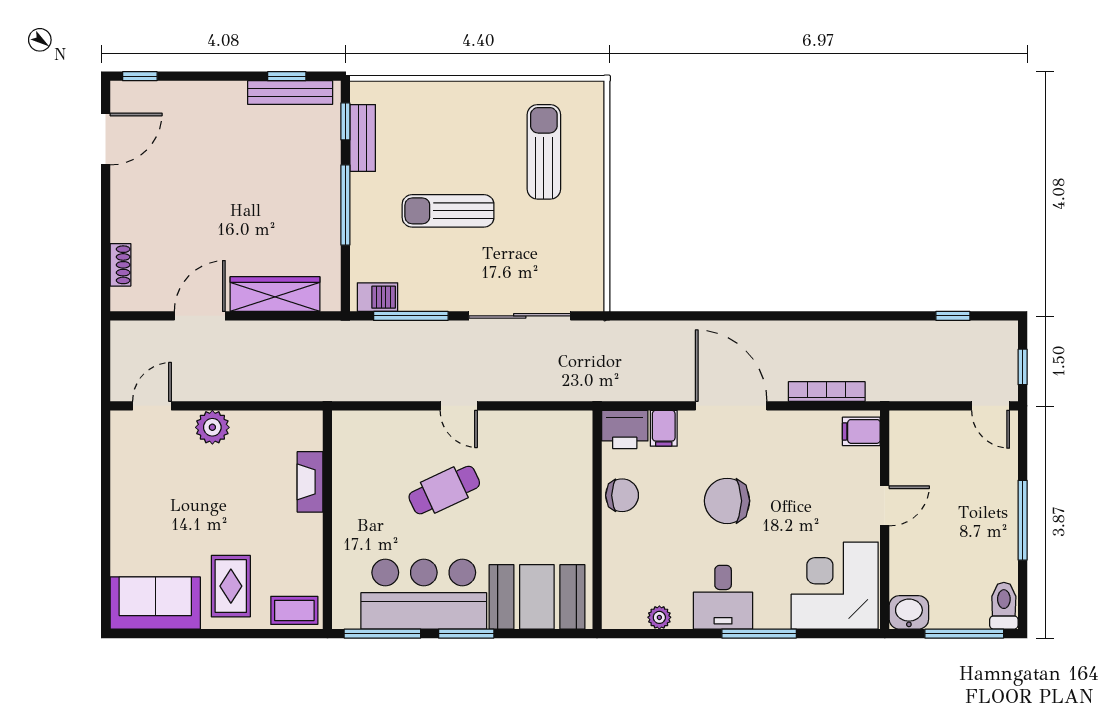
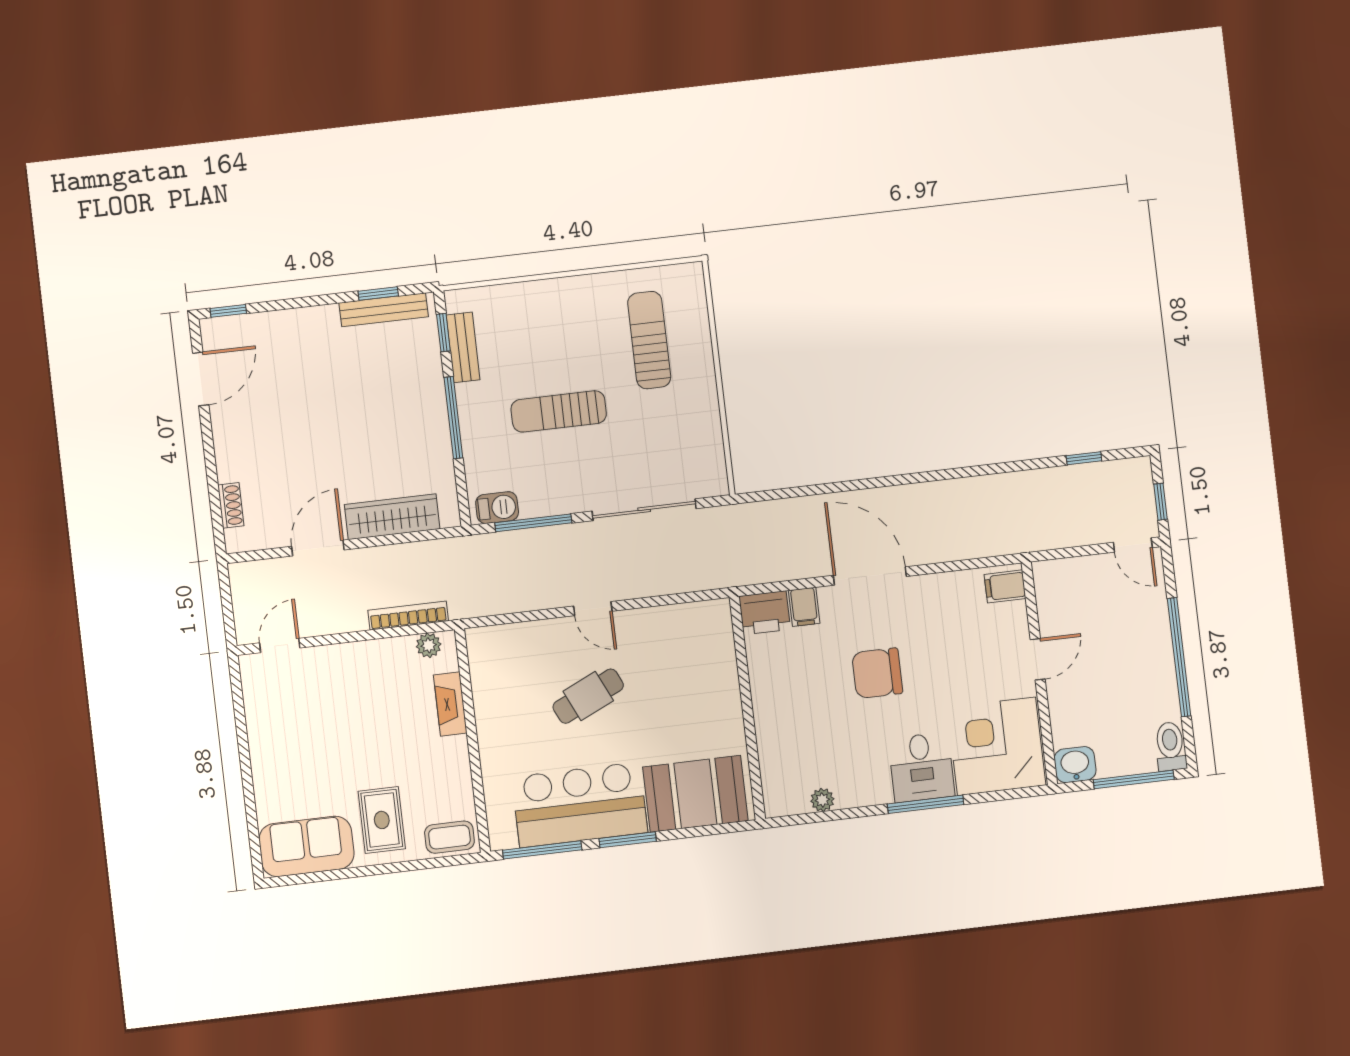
bookcase: (827, 392) -> (408, 616), moved
plant: (212, 427) -> (429, 645), moved, width x0.73, depth x0.73
chair: (622, 495) -> (770, 680), removed
window: (1023, 520) -> (1179, 657), width x1.46
desk: (723, 597) -> (921, 767), moved

